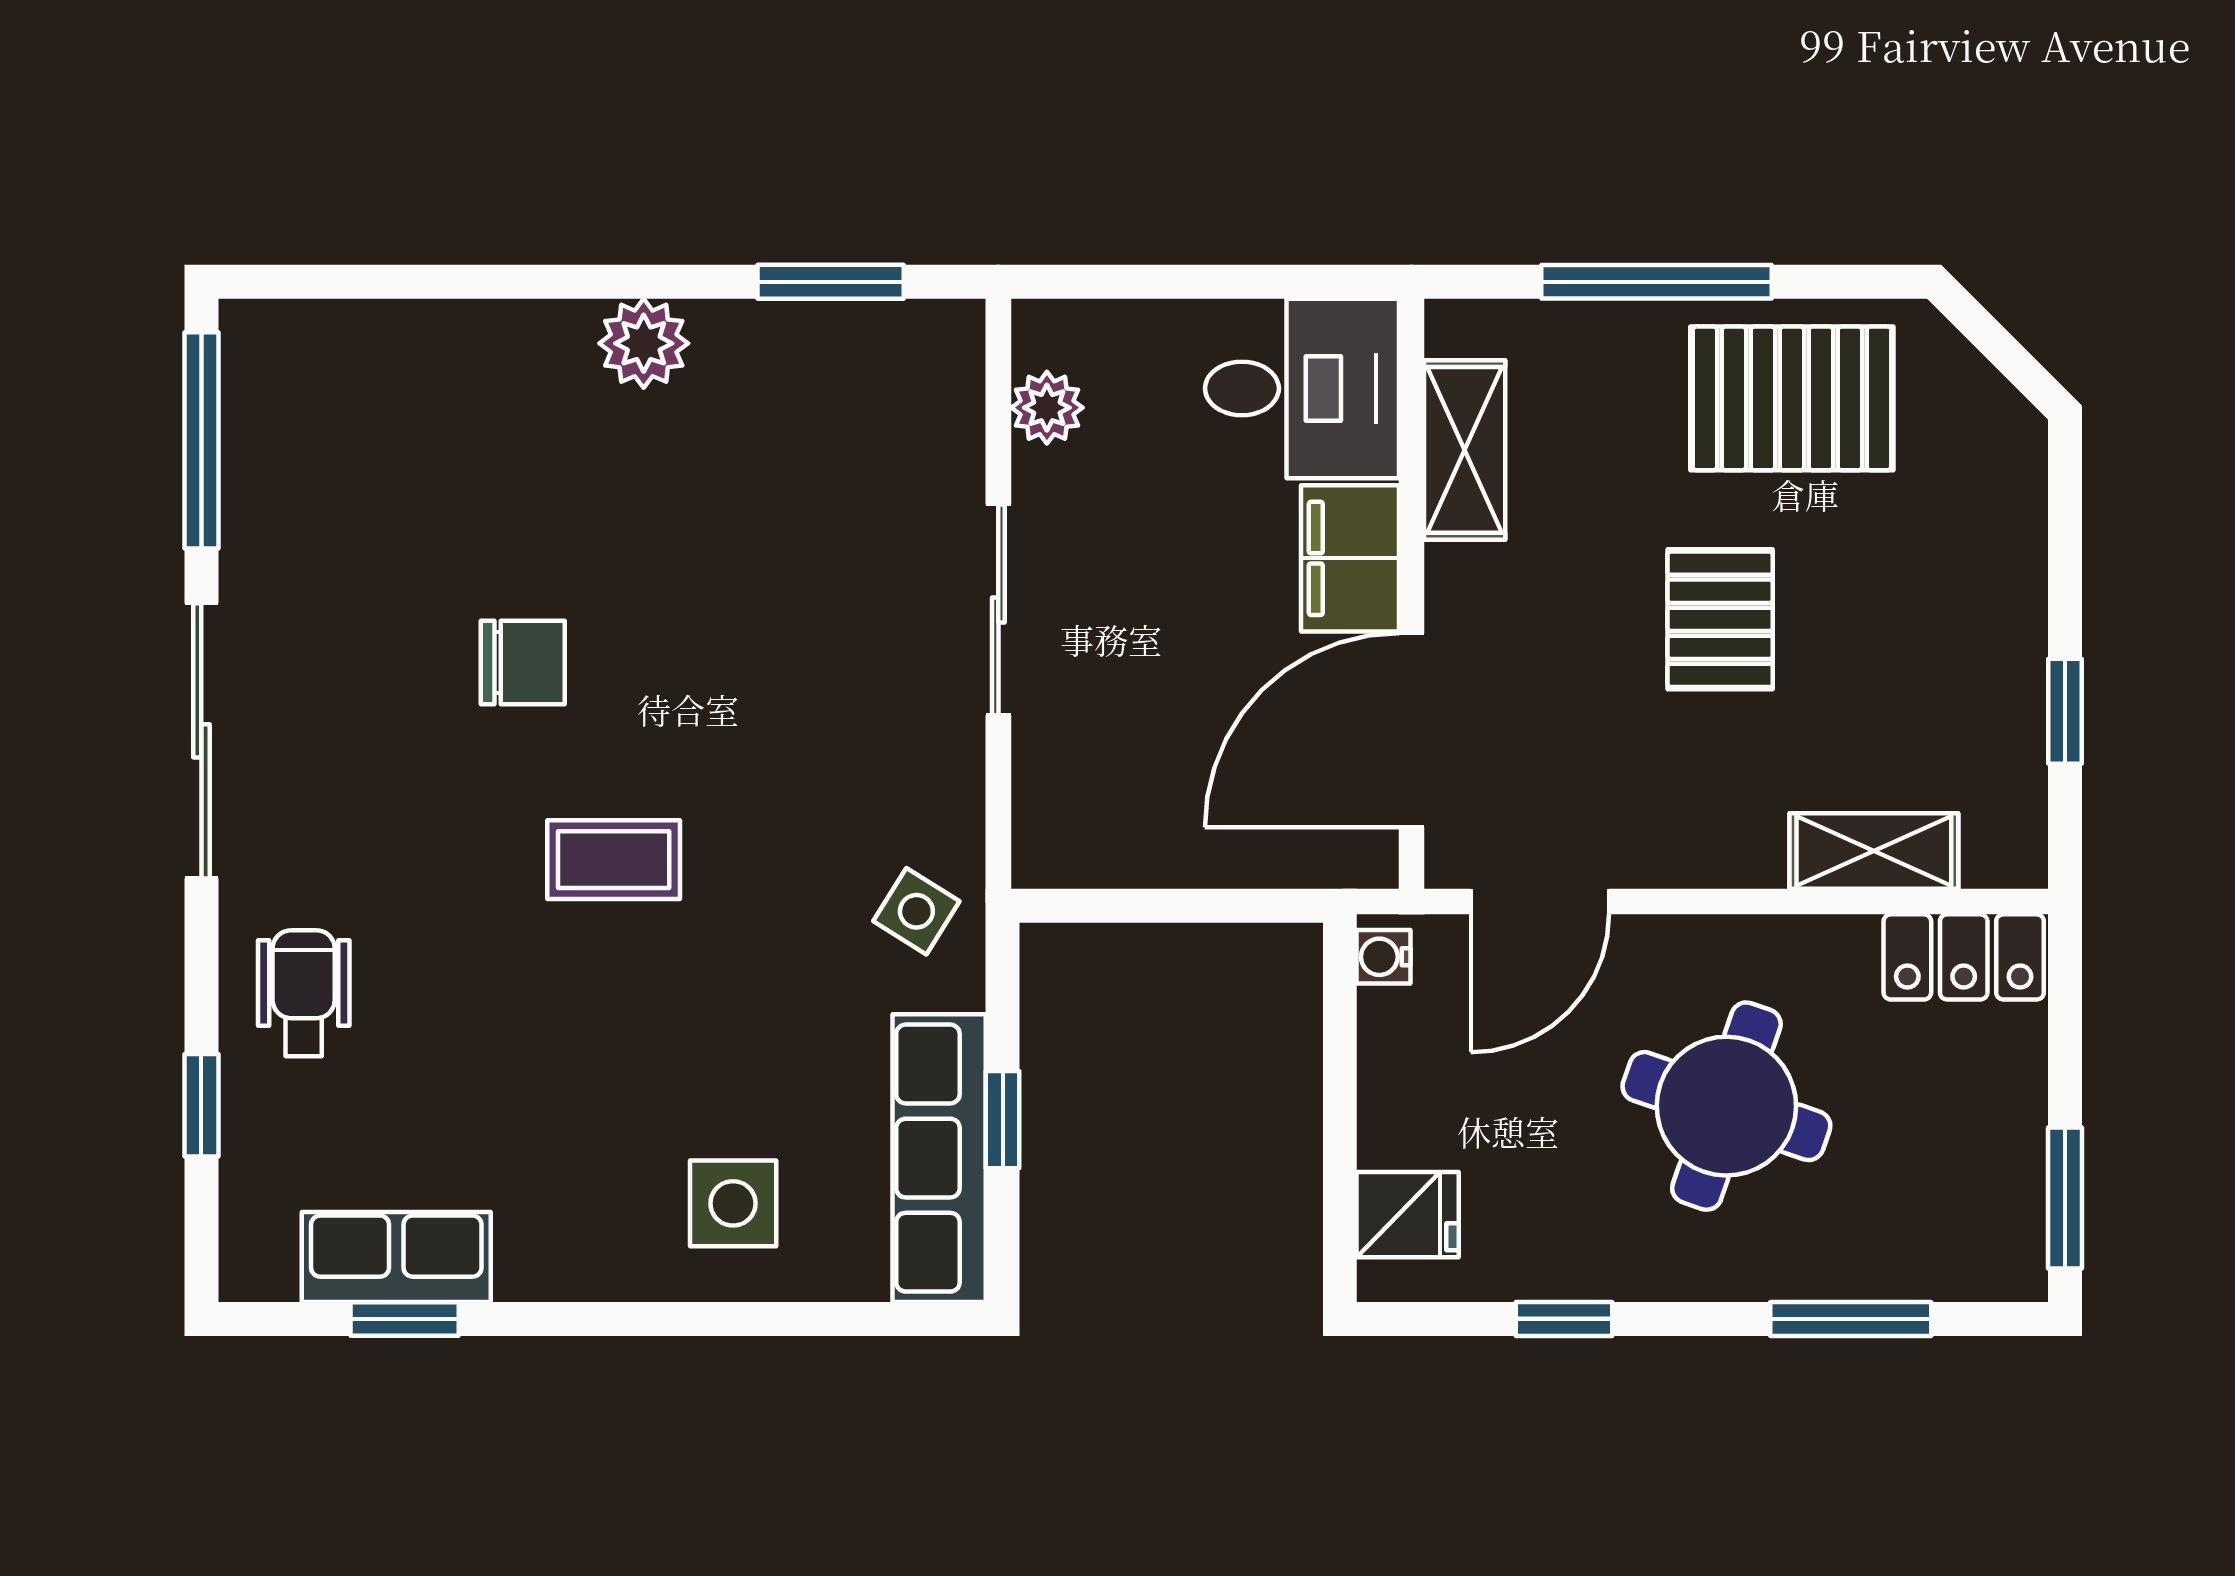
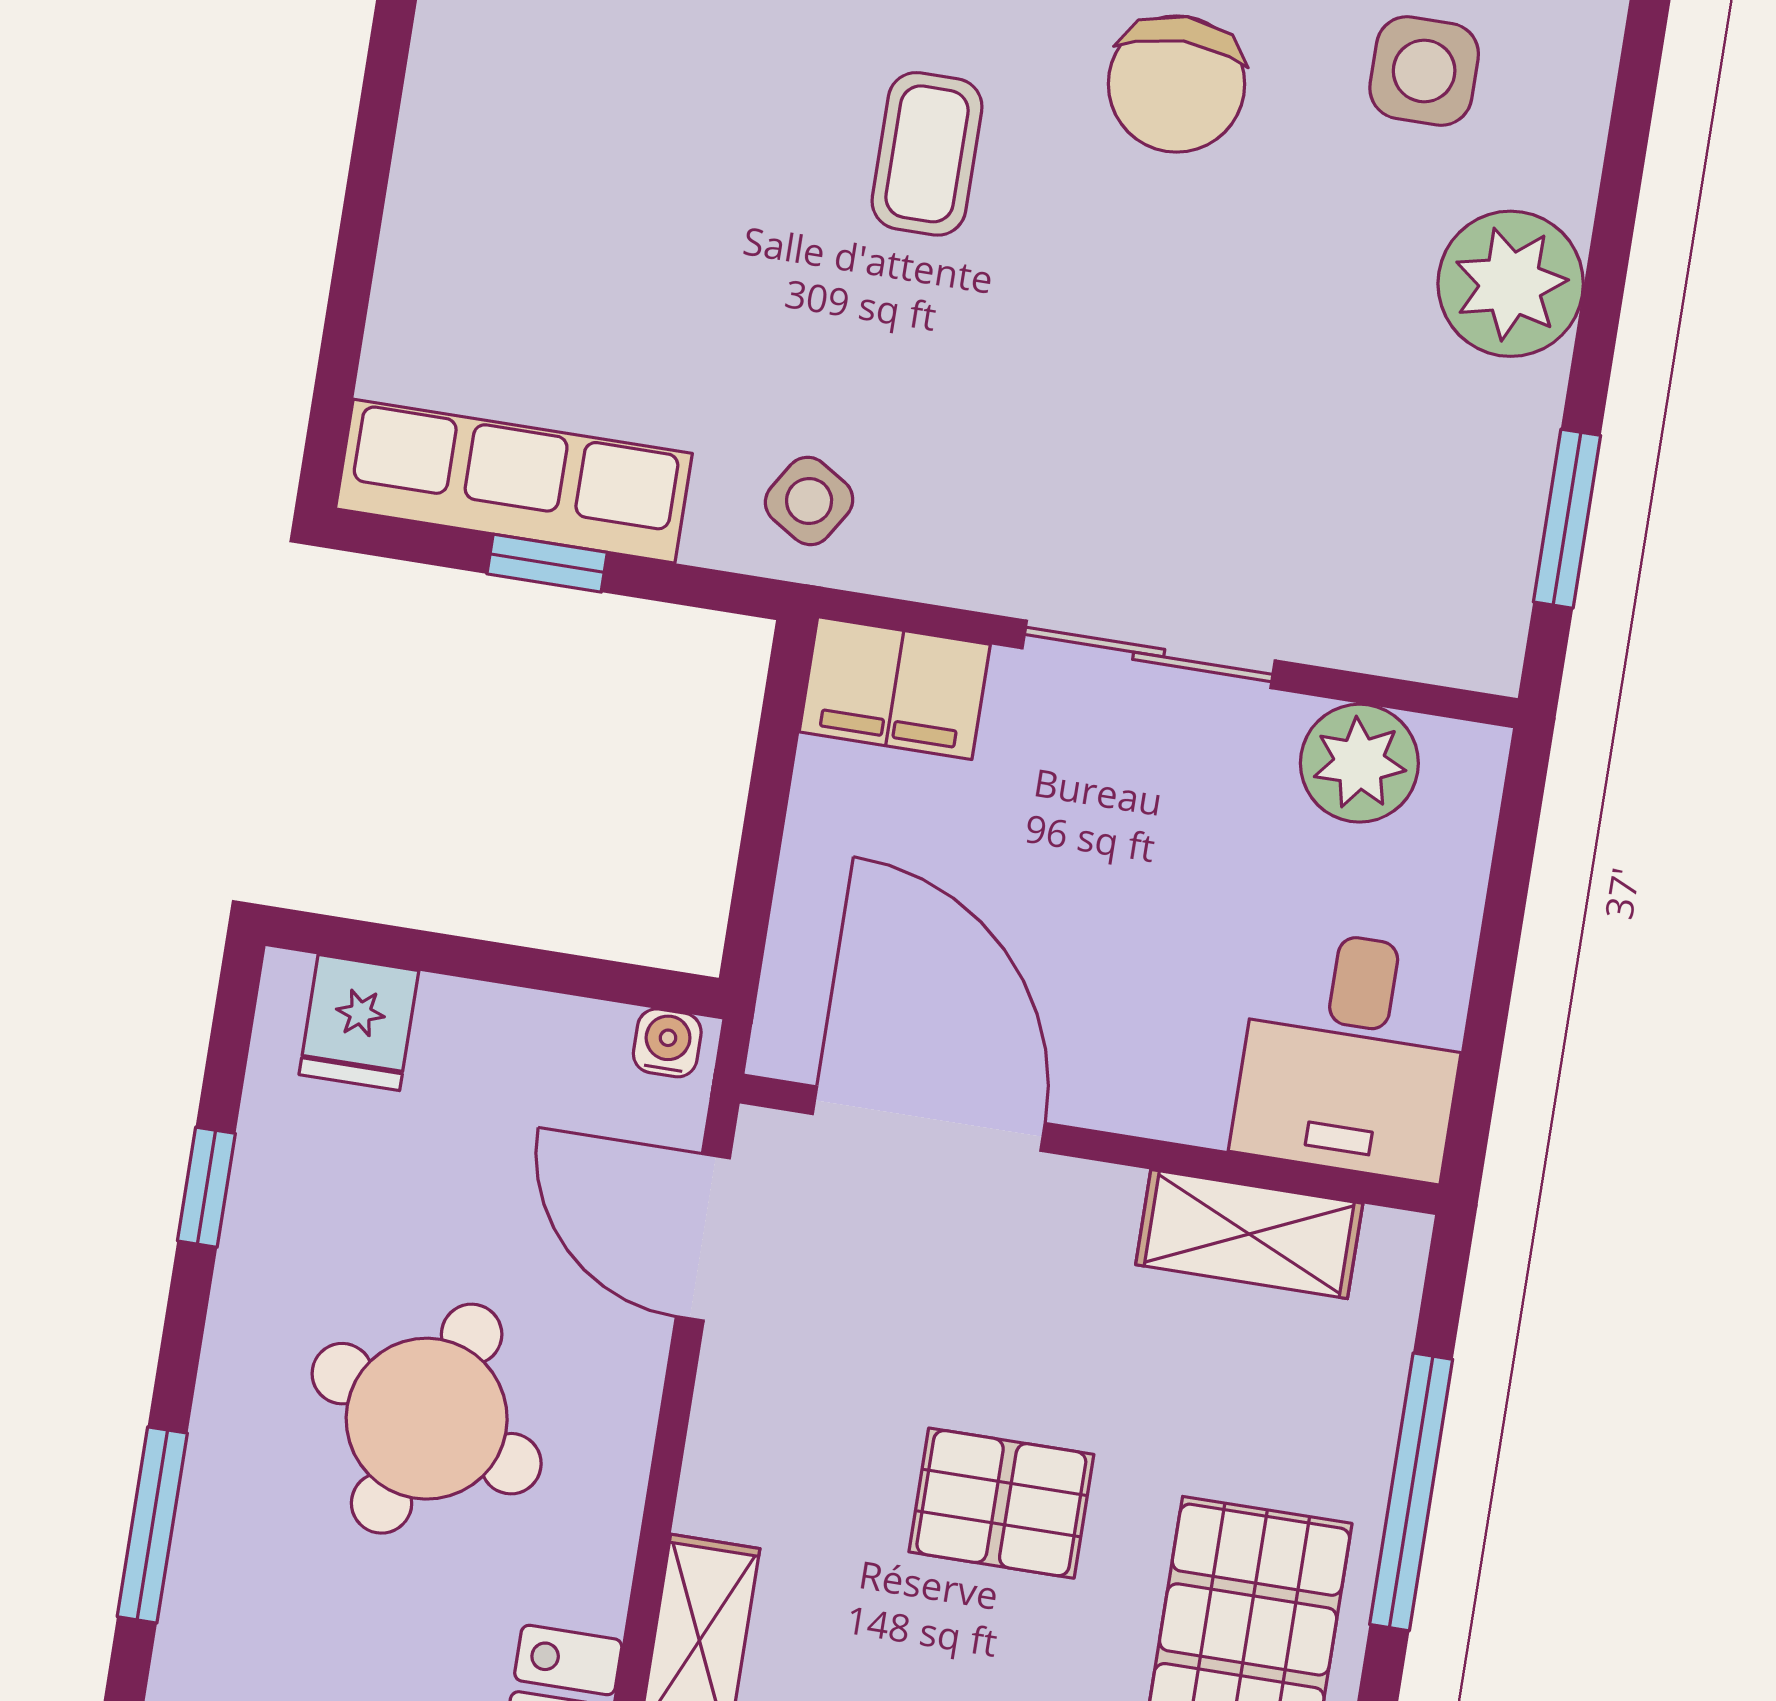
plant: (644, 343) -> (1511, 284), width x1.36, depth x1.36
plant: (1047, 408) -> (1359, 763), width x1.38, depth x1.38
filing cabinet: (1350, 558) -> (895, 688), moved, turned 180
chair: (523, 662) -> (1177, 84), width x1.37, depth x1.37
side table: (733, 1203) -> (1424, 71), moved

